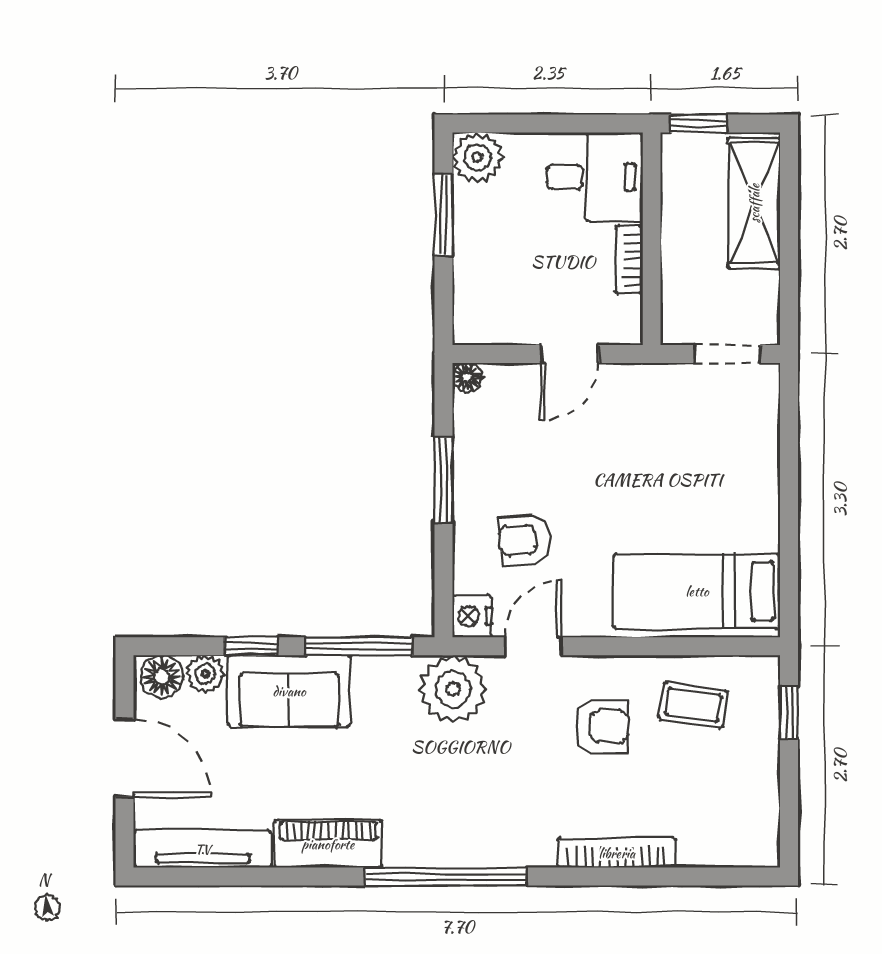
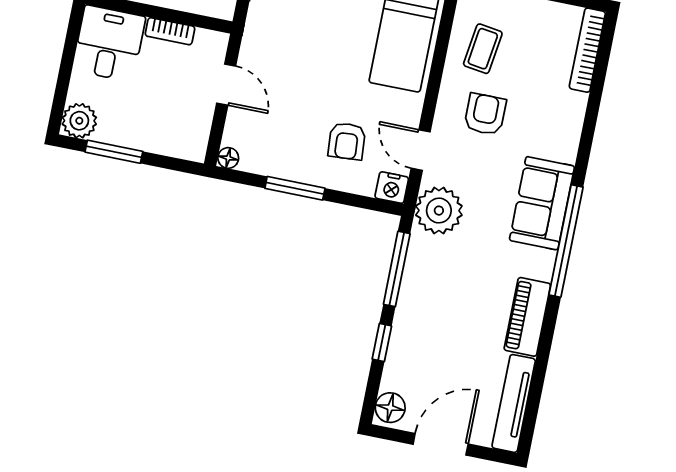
plant: (205, 674) -> (394, 378), removed
sofa: (289, 691) -> (542, 203), moved, turned 180
bookcase: (617, 853) -> (587, 50), moved

